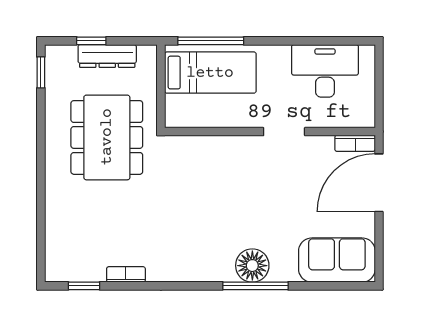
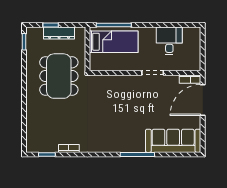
desk: (325, 71) -> (169, 41), width x0.73
sofa: (337, 260) -> (173, 141), width x1.36
floor lamp: (252, 266) -> (136, 144), removed

